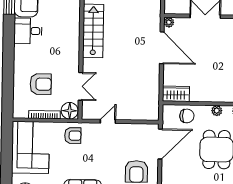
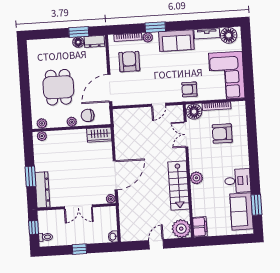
plant: (73, 38) -> (196, 178), added
door: (162, 48) -> (115, 175), swing flipped
plant: (217, 111) -> (72, 122), moved

